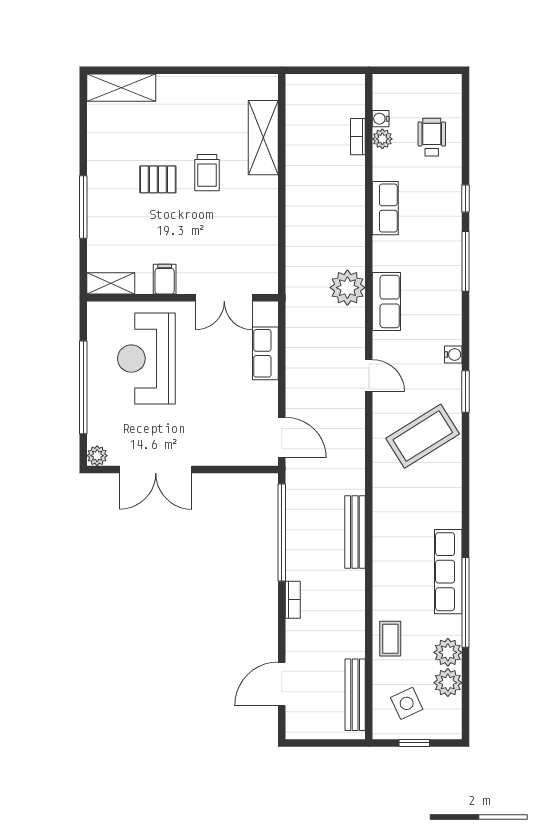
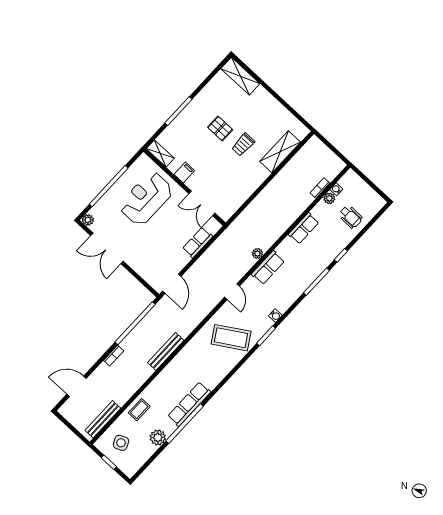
wheelchair: (432, 137) -> (351, 217), turned 91
plant: (347, 288) -> (257, 253), width x0.53, depth x0.53
plant: (448, 683) -> (146, 450), removed

